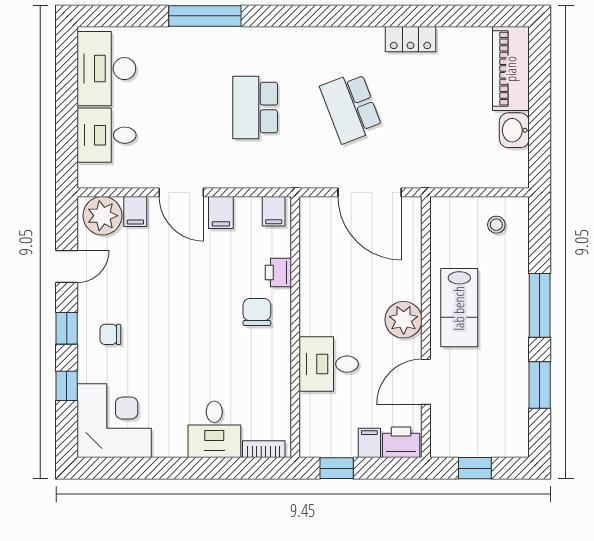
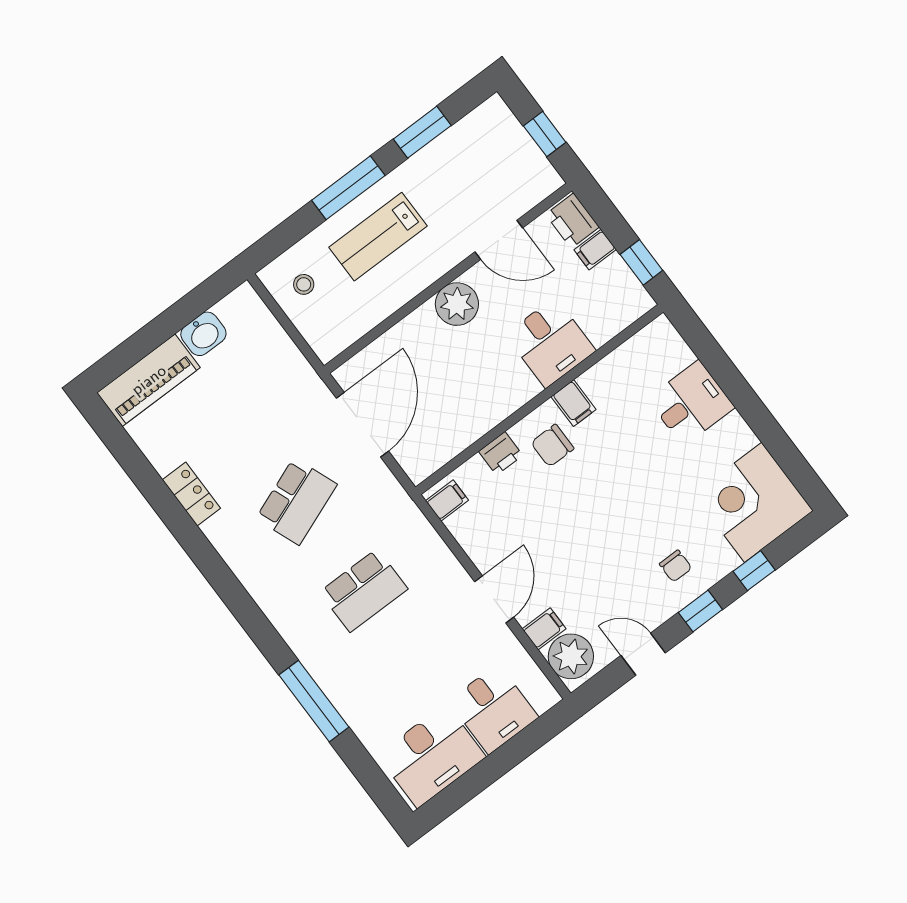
filing cabinet: (221, 213) -> (574, 403), moved, turned 90
lab bench: (459, 308) -> (378, 237), moved, turned 180
bookcase: (264, 449) -> (675, 343), removed

